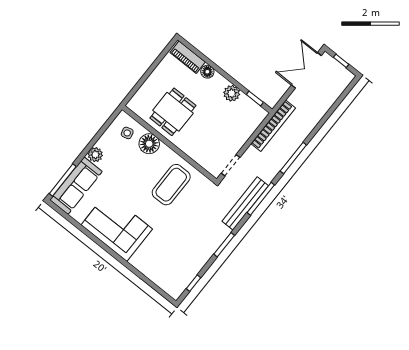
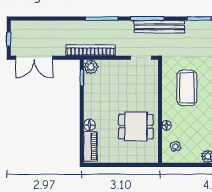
plant: (232, 93) -> (91, 67), moved
floor lamp: (149, 144) -> (167, 125), width x0.53, depth x0.53
coffee table: (171, 185) -> (187, 88), turned 90

